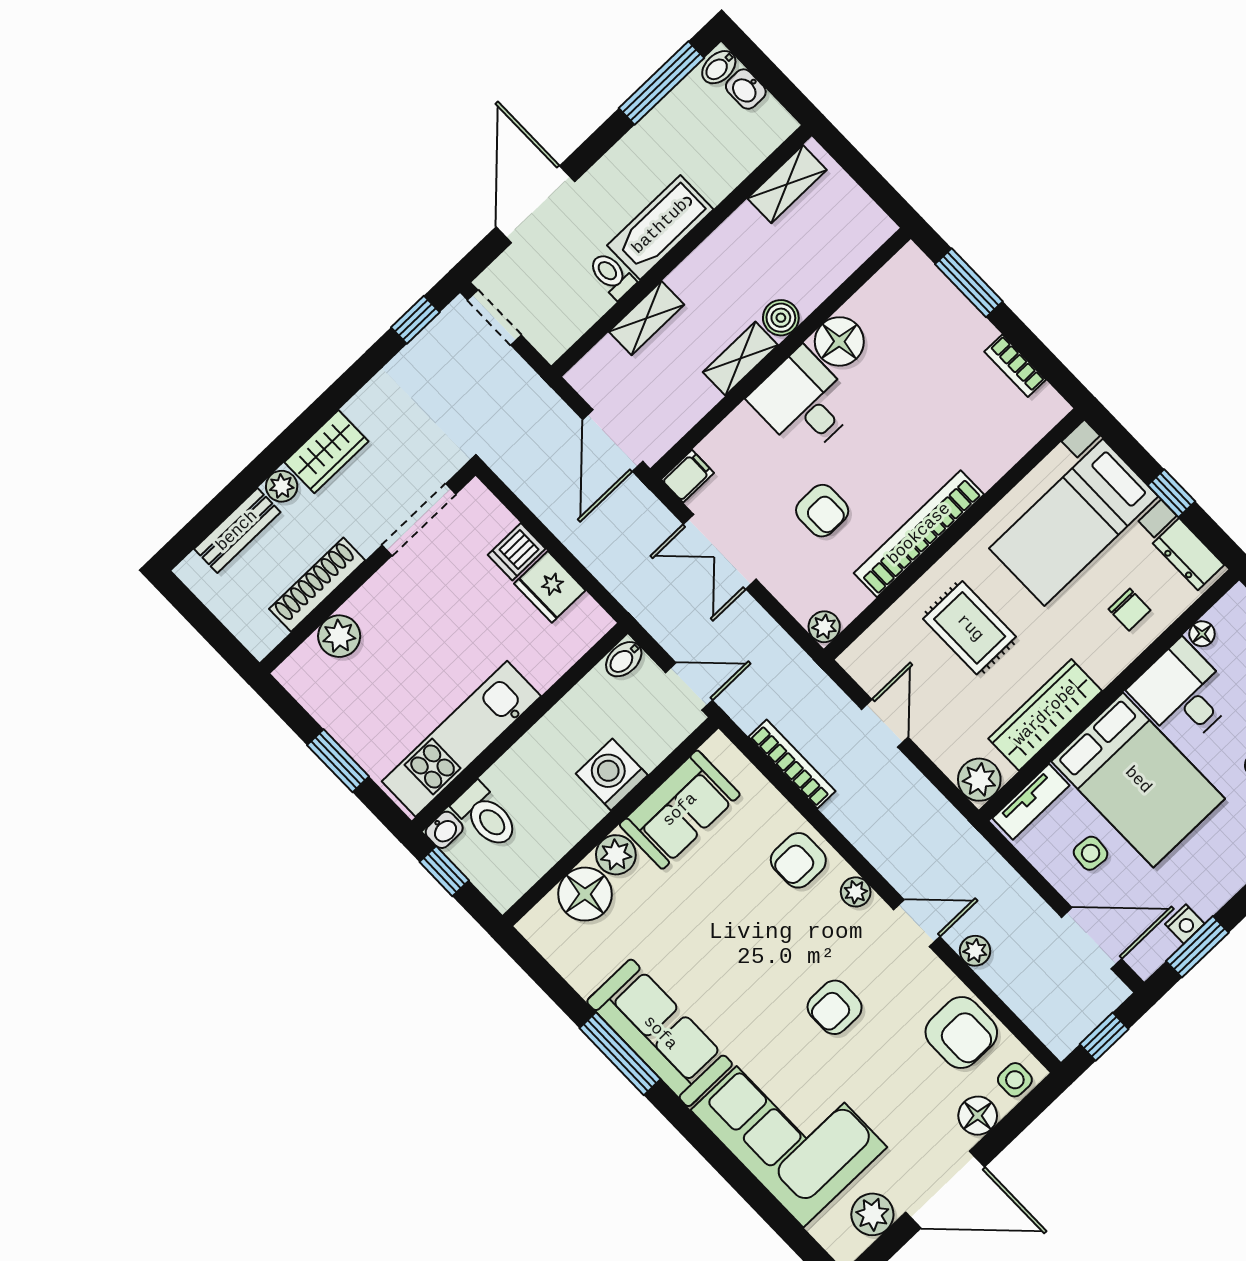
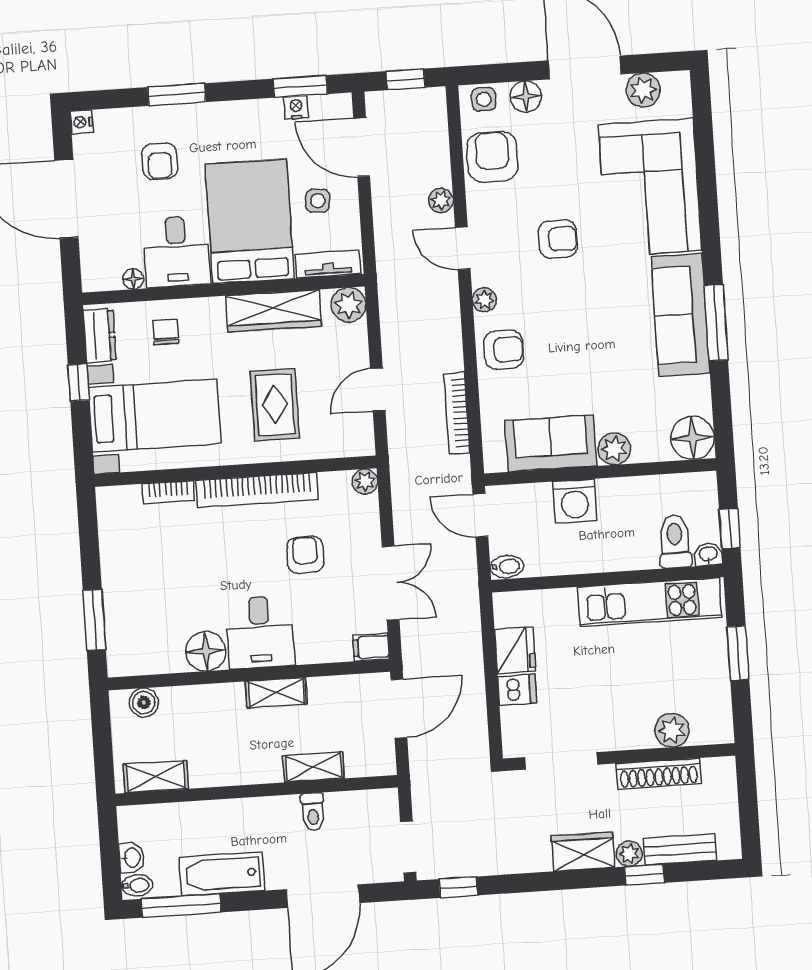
bathtub: (660, 227) -> (222, 874), moved, turned 180
boiler: (781, 318) -> (144, 702), moved
bookcase: (1015, 366) -> (168, 492), moved, turned 90
window: (251, 478) -> (644, 875), added
floor lamp: (585, 894) -> (693, 438), moved

